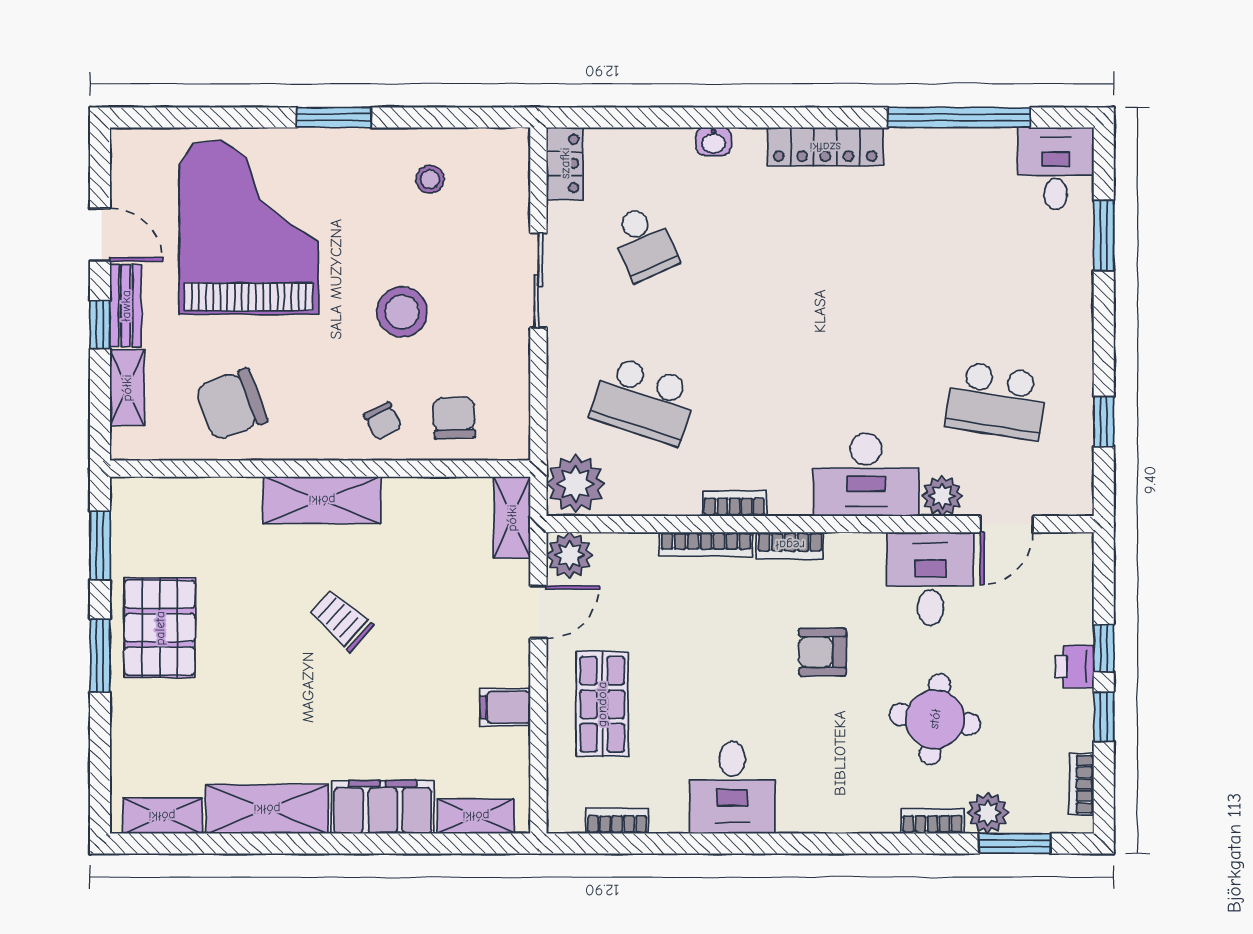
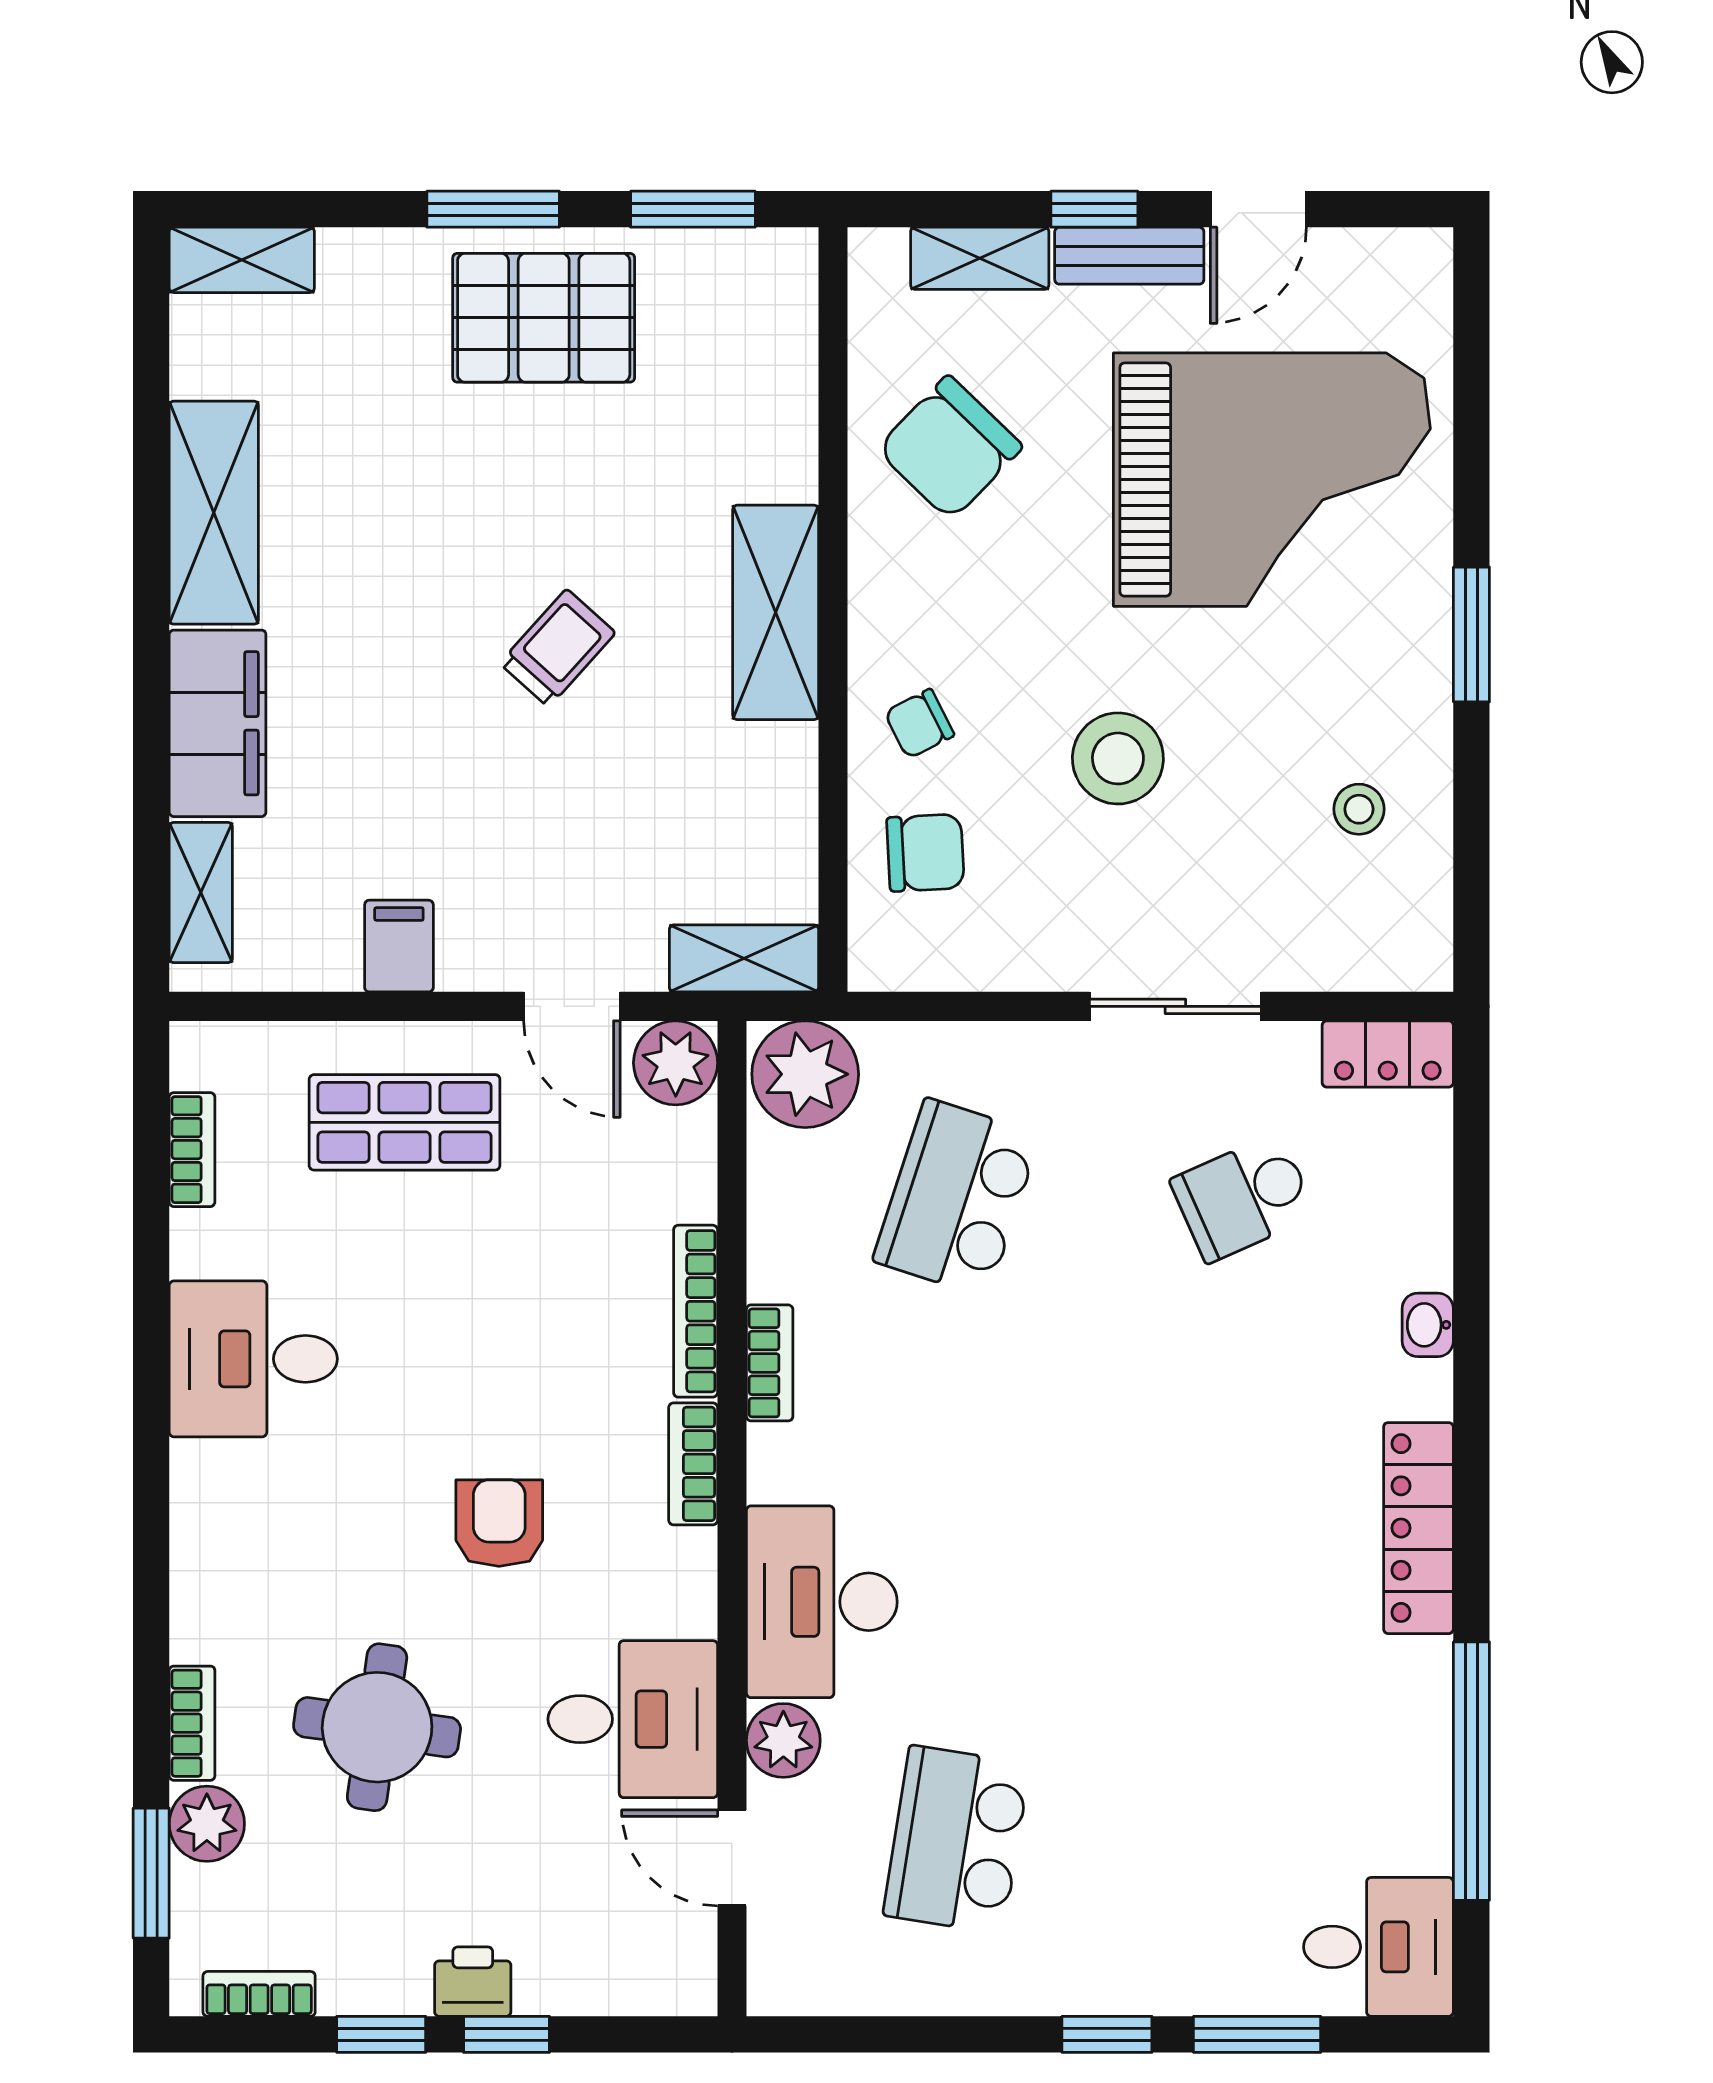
chair: (231, 404) -> (949, 448), turned -115
window: (1104, 422) -> (1107, 2034), moved
shelving: (162, 816) -> (242, 260), moved, turned 90

